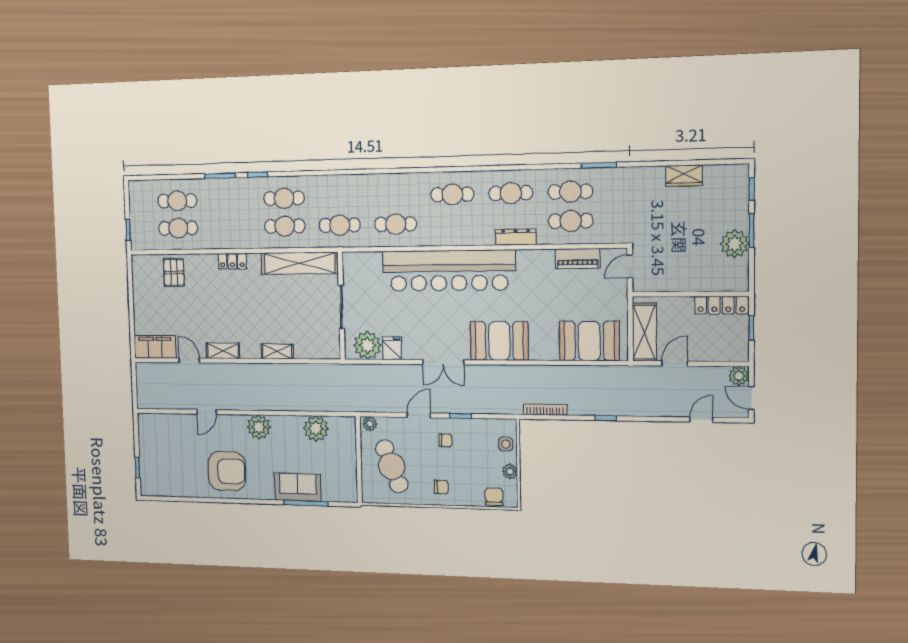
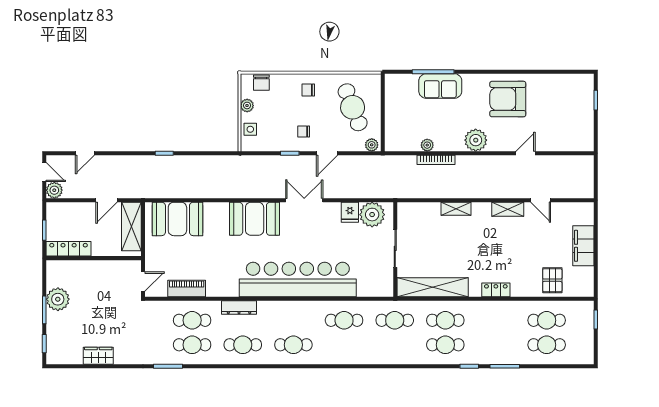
filing cabinet: (155, 347) -> (583, 246), moved, turned 90
bookcase: (545, 409) -> (436, 160), moved
plant: (316, 429) -> (427, 145), width x0.53, depth x0.53

